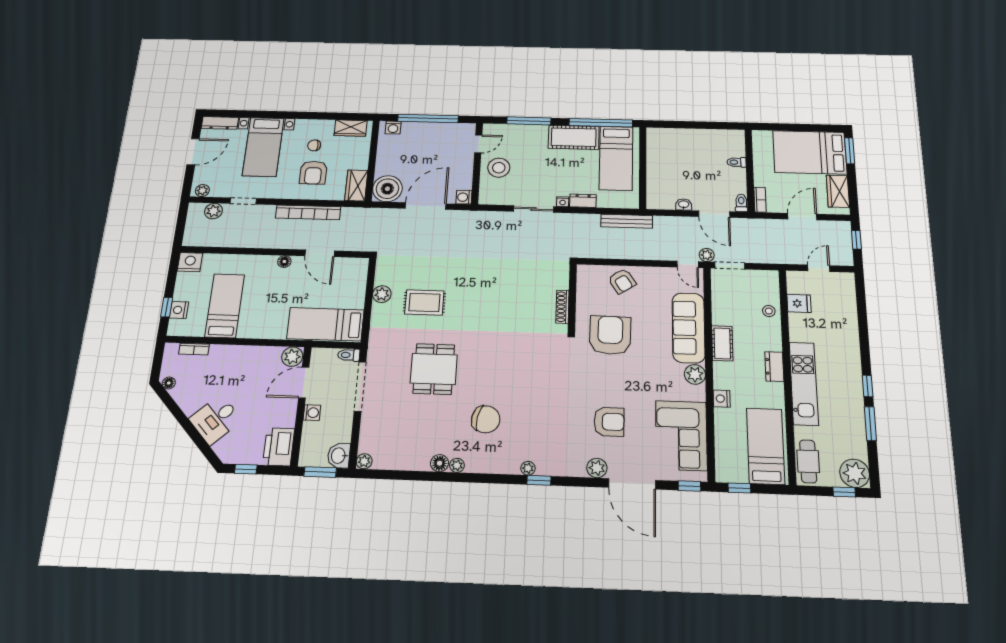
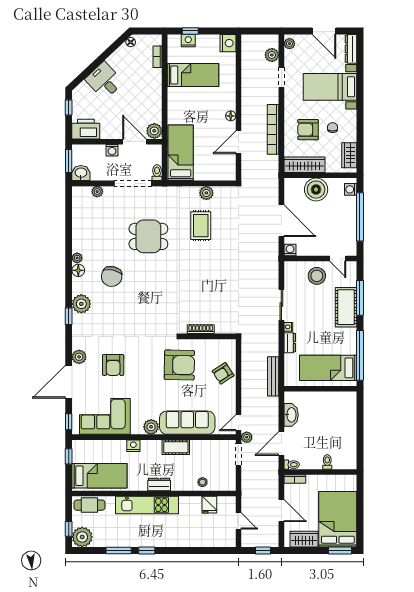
cot: (574, 137) -> (346, 307), moved
wardrobe: (356, 186) -> (304, 165), width x1.50
boiler: (387, 189) -> (316, 190), moved
washbasin: (684, 205) -> (291, 415), width x1.91, depth x1.45
plant: (364, 461) -> (97, 192), moved
floor lamp: (440, 463) -> (78, 270), moved
plant: (528, 468) -> (81, 304), width x1.88, depth x1.88

